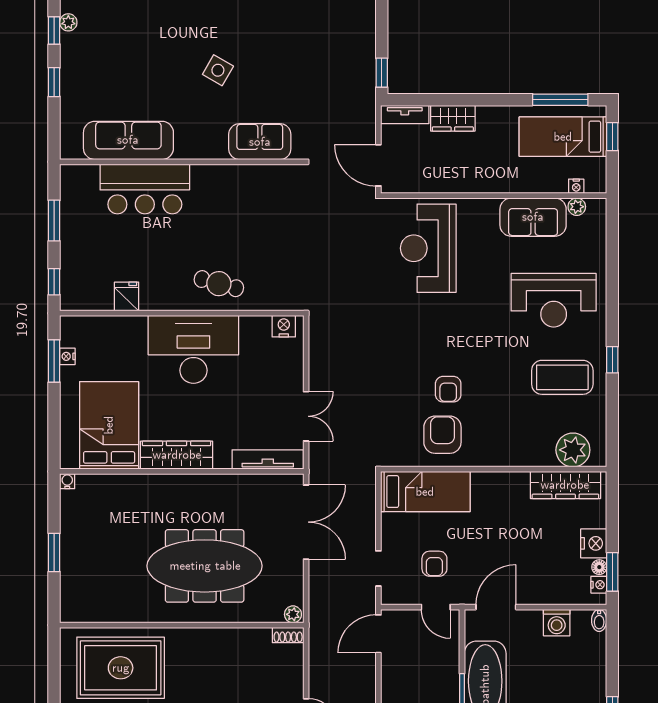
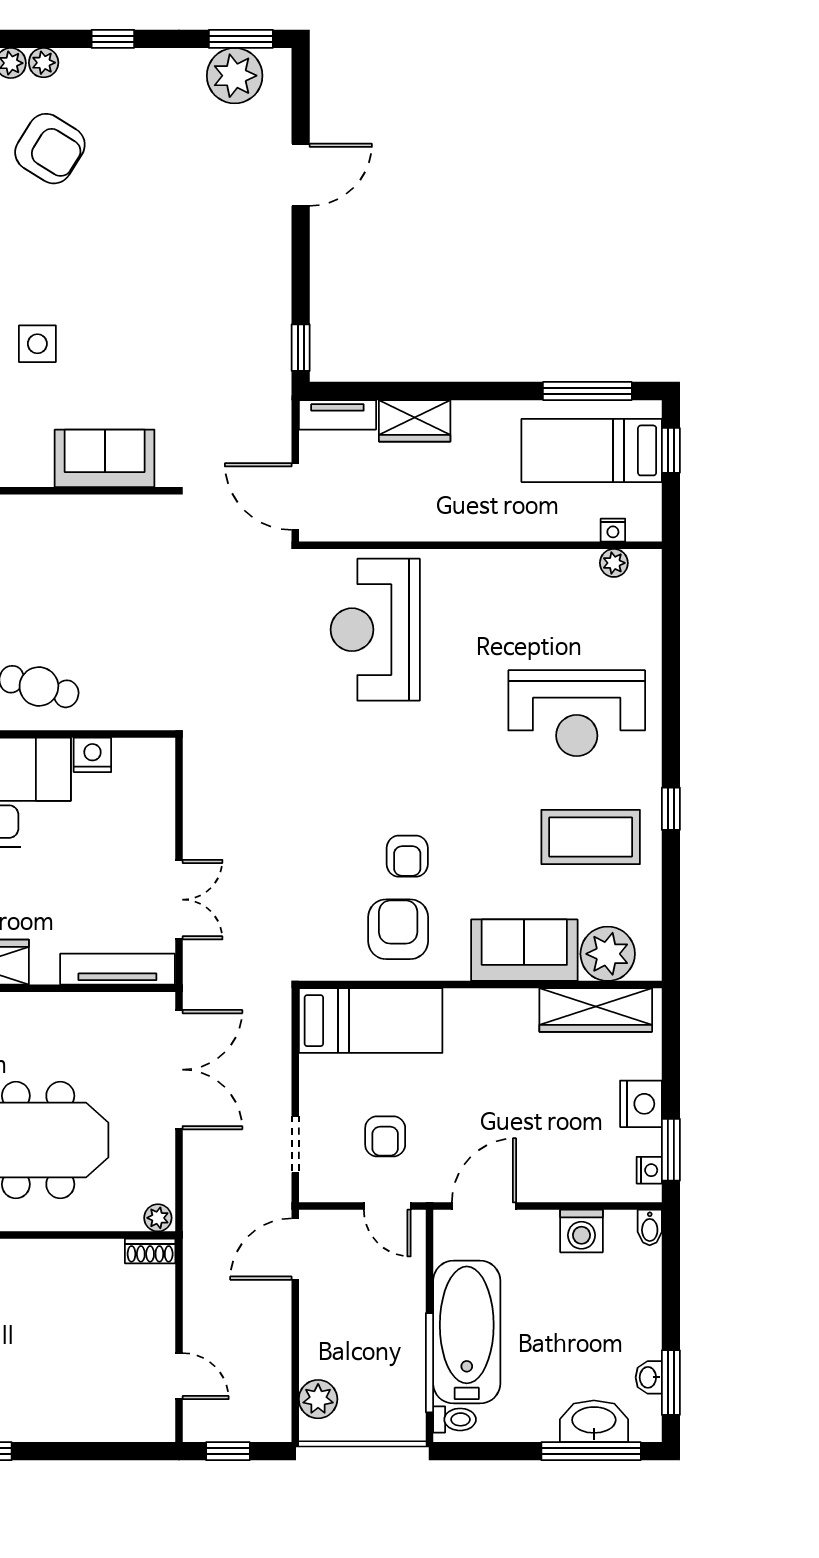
side table: (218, 70) -> (37, 344), turned -30
sofa: (533, 217) -> (524, 950), moved, turned 180
nightstand: (284, 326) -> (92, 755), moved
floor lamp: (599, 567) -> (650, 1142), removed

